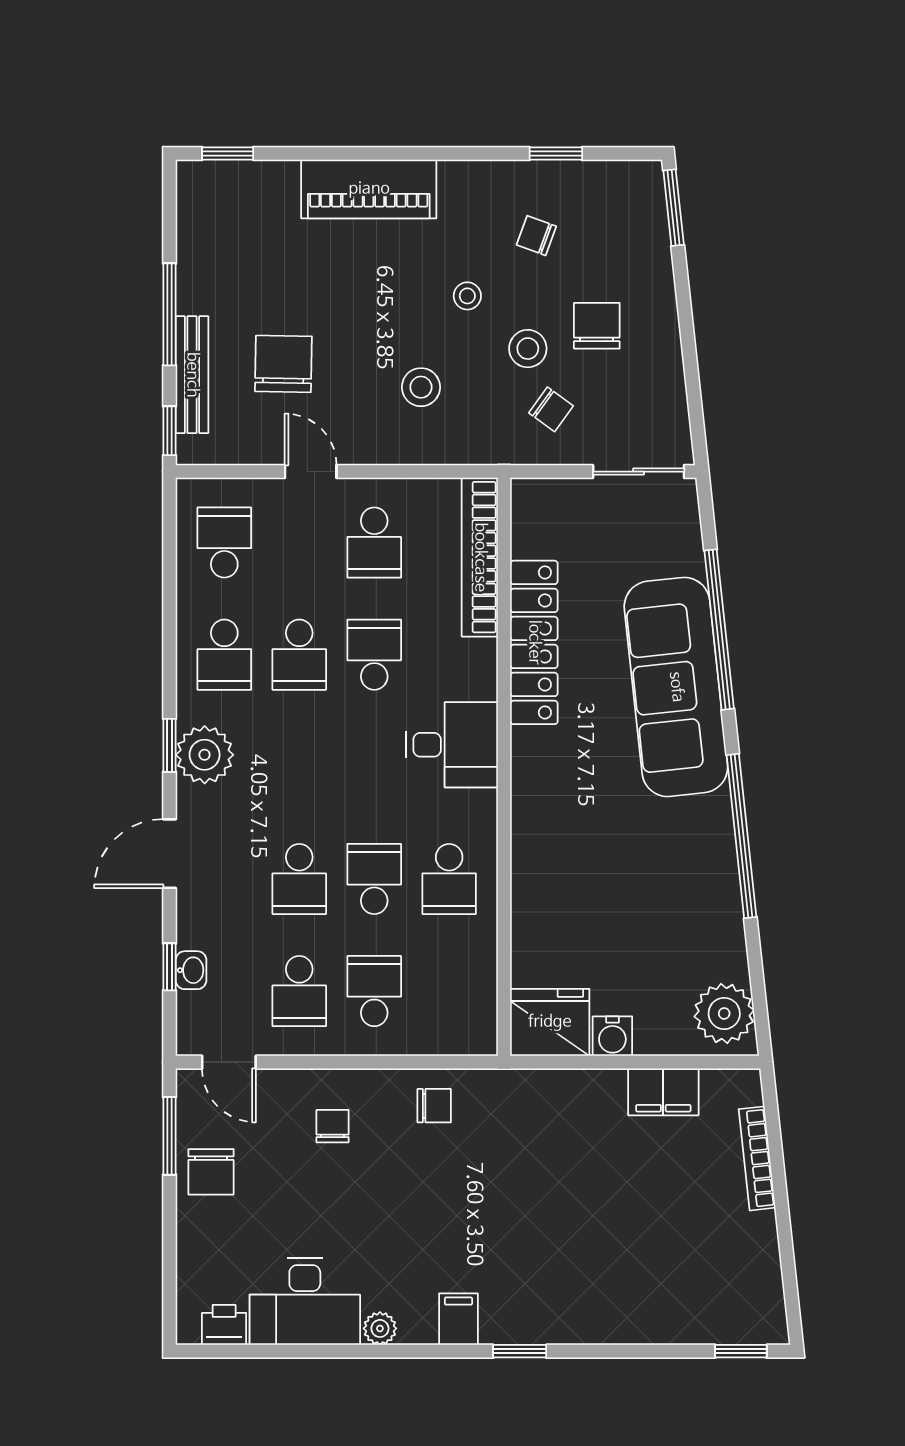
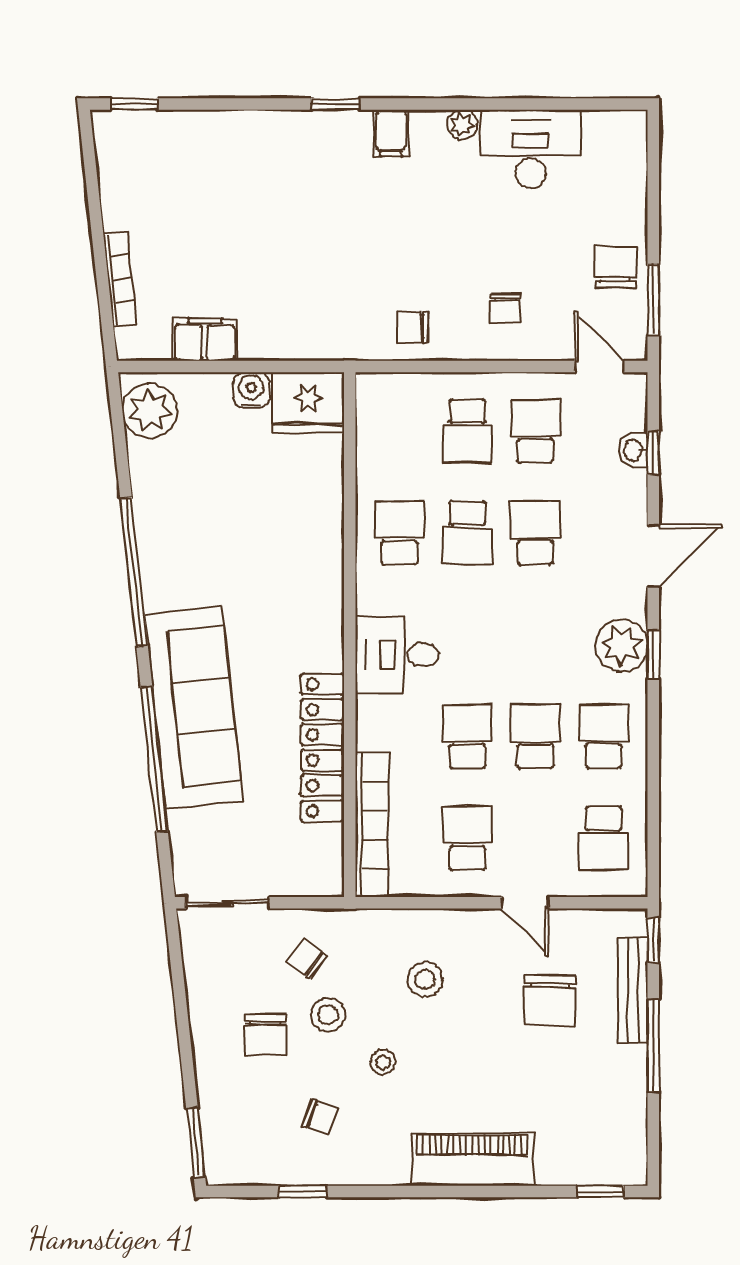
school desk: (374, 655) -> (467, 736), turned 180
printer: (224, 1325) -> (604, 128), removed

